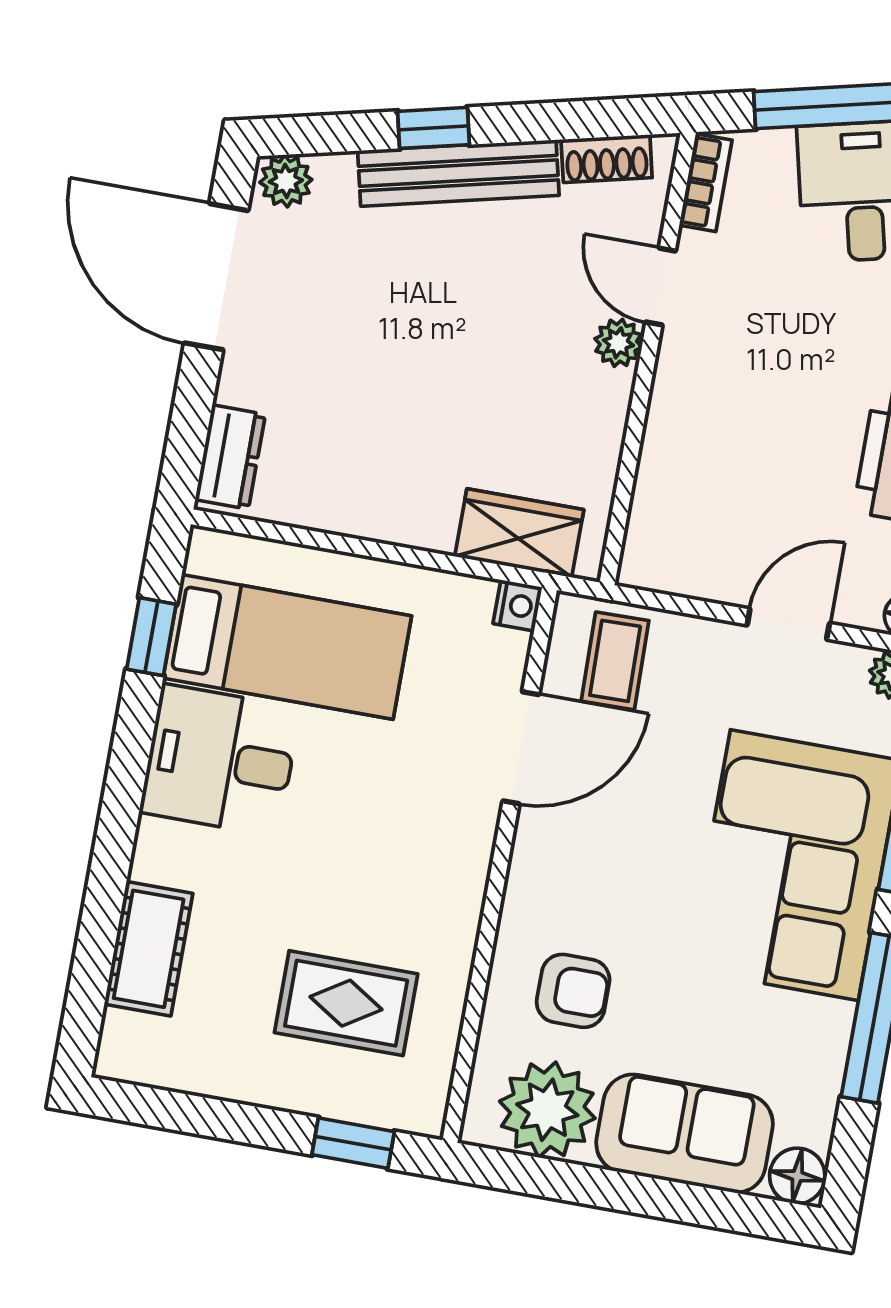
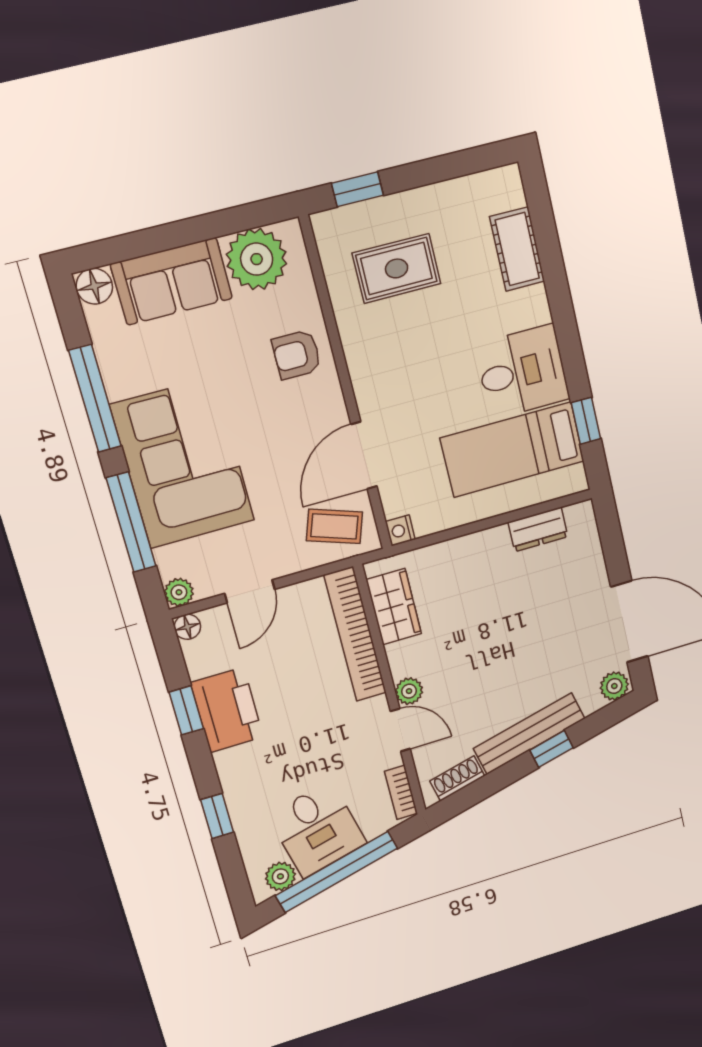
dresser: (230, 457) -> (538, 529), moved, turned -90
bookcase: (660, 477) -> (355, 634), added
wardrobe: (519, 533) -> (394, 607), moved, turned -90
coffee table: (615, 661) -> (334, 526), turned -70
armchair: (573, 991) -> (297, 355), moved

